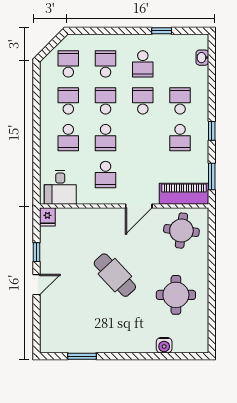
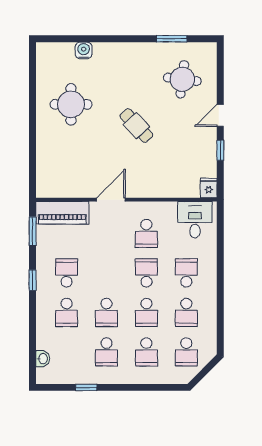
school desk: (143, 64) -> (106, 352), turned 180
school desk: (106, 175) -> (146, 233), turned 180
round table: (181, 231) -> (182, 79), moved
cafe table: (115, 275) -> (136, 126), width x0.73, depth x0.74

